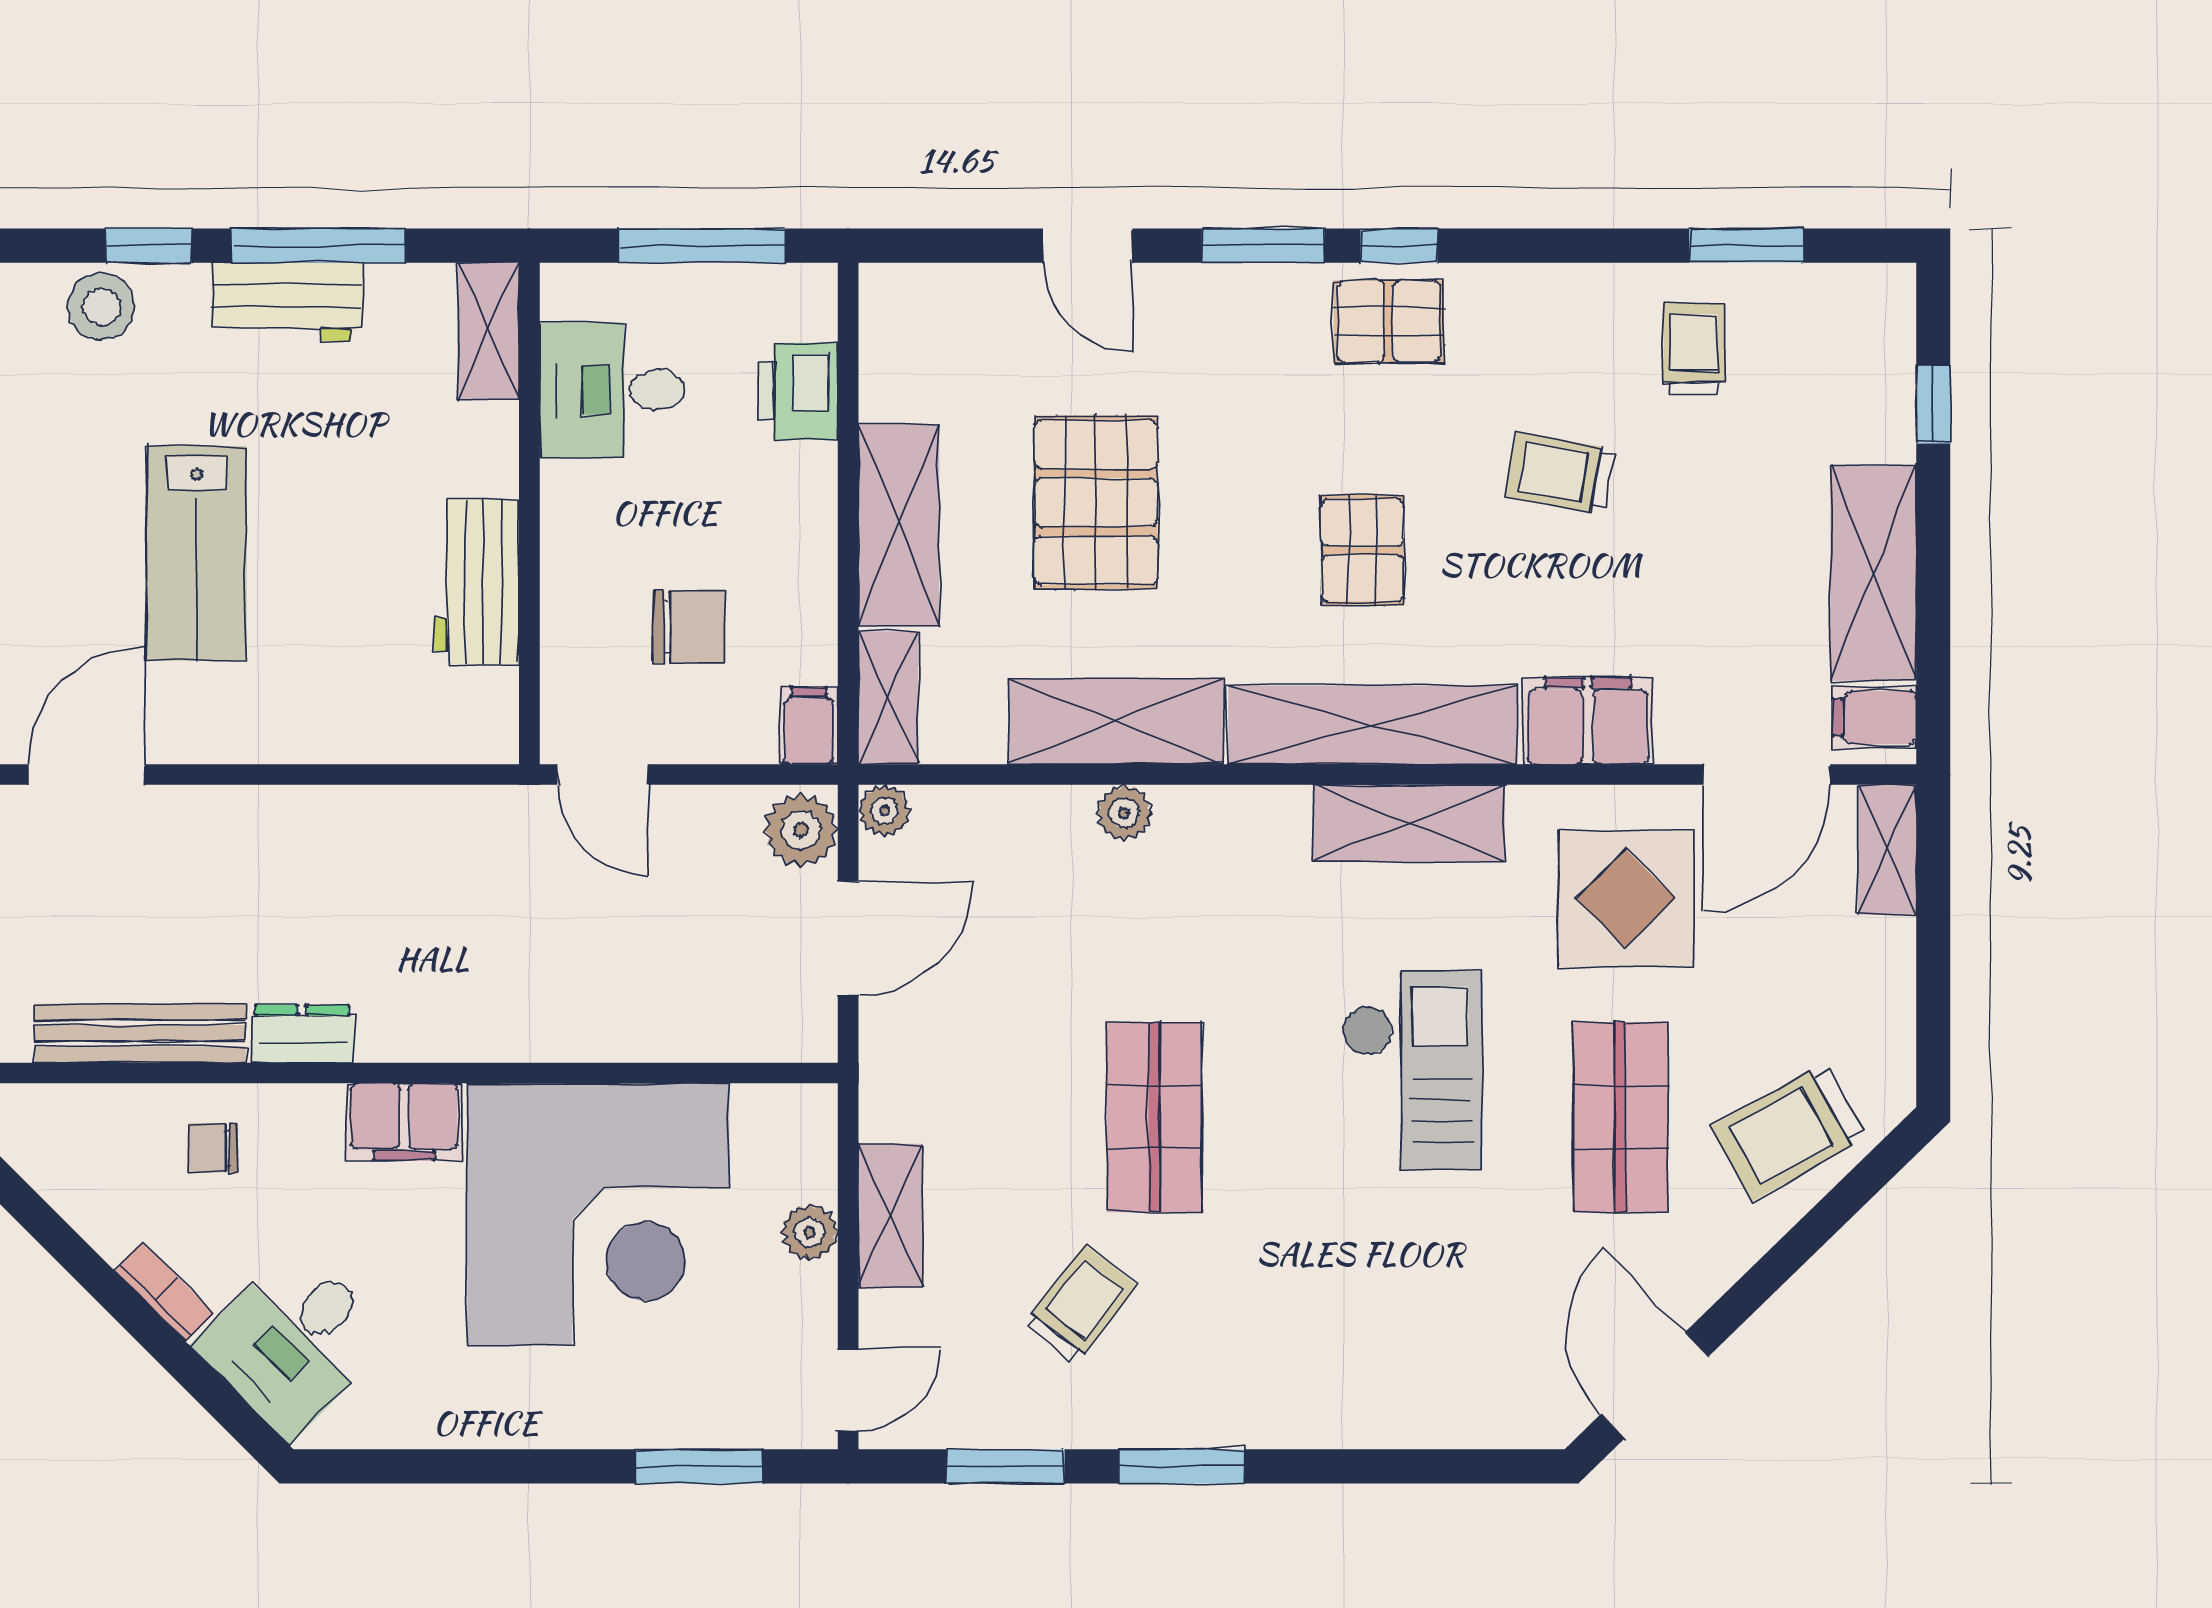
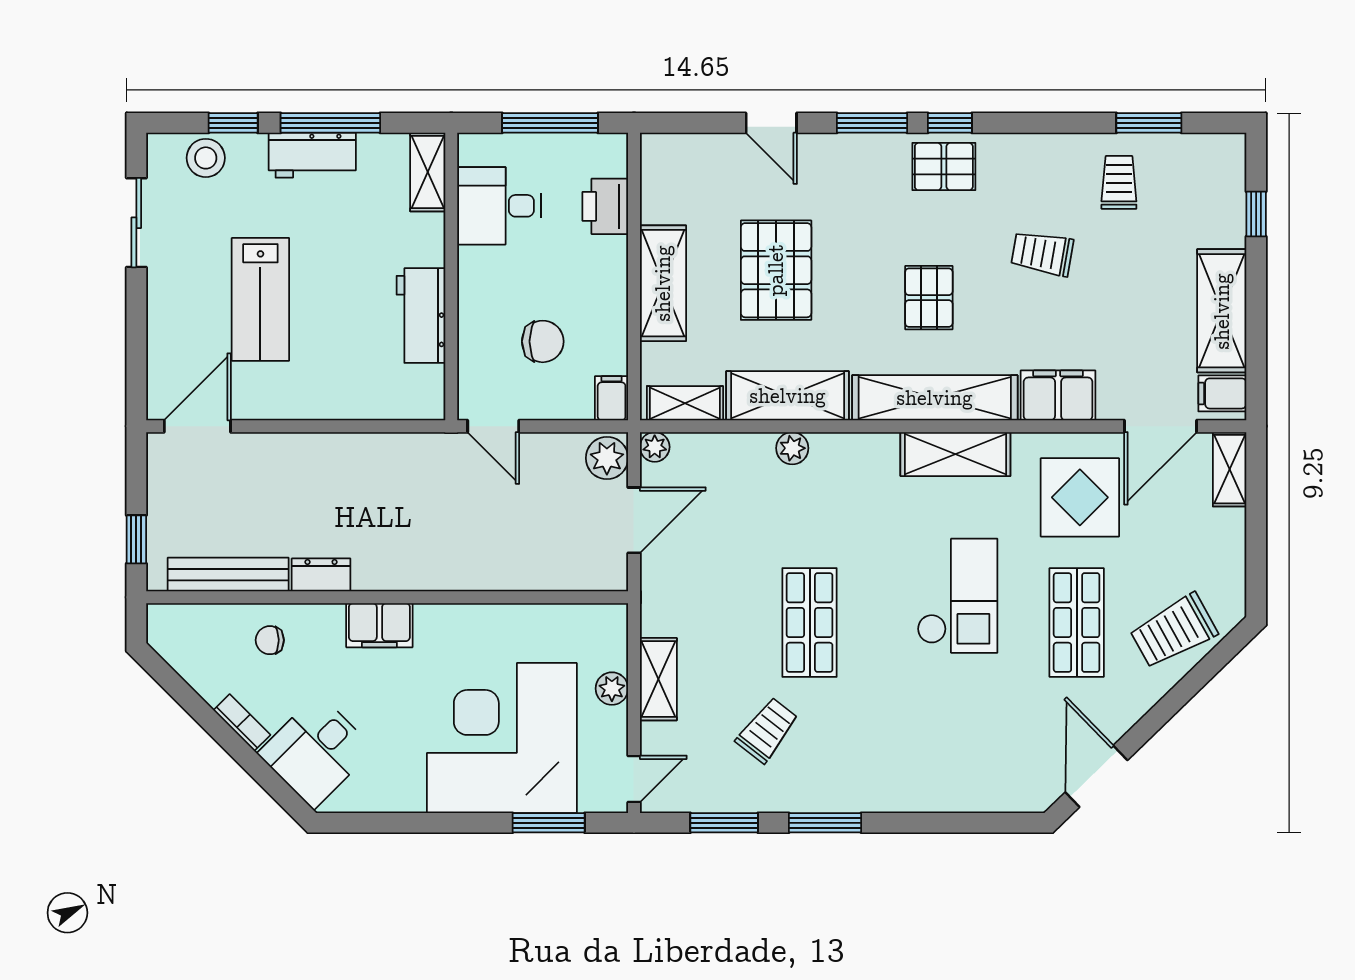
shelving: (888, 698) -> (685, 403), moved, turned 90
corner desk: (598, 1214) -> (502, 738), moved, turned 180

